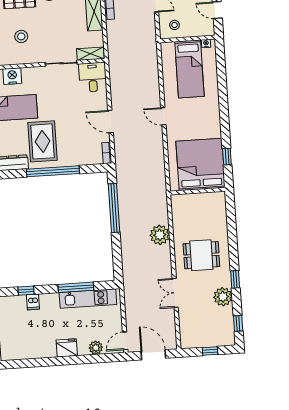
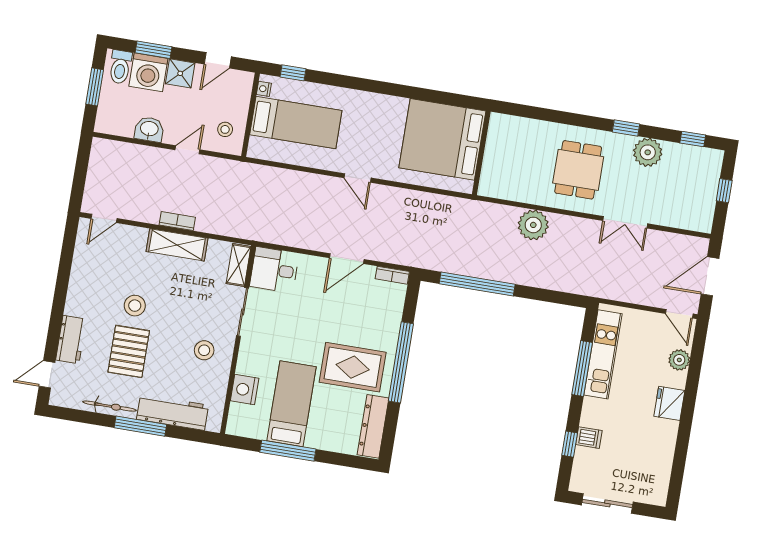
stool: (21, 36) -> (204, 350), moved
door: (163, 116) -> (358, 178), hinge flipped
window: (227, 157) -> (293, 73), moved

